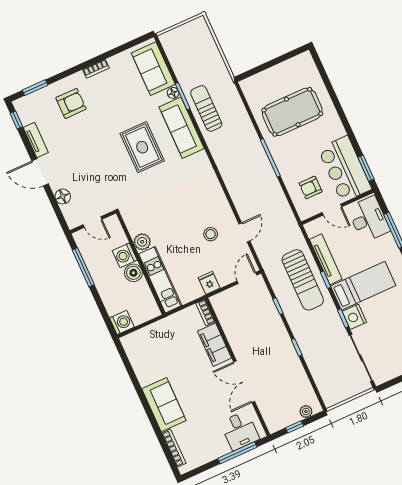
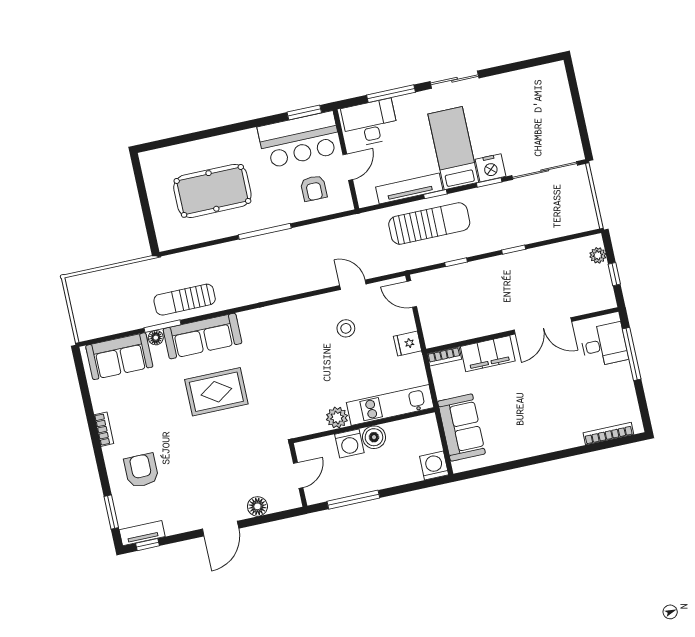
pool table: (292, 112) -> (212, 191), turned 90
tv unit: (36, 140) -> (142, 533), moved
sofa: (164, 405) -> (461, 428), moved, turned 90

